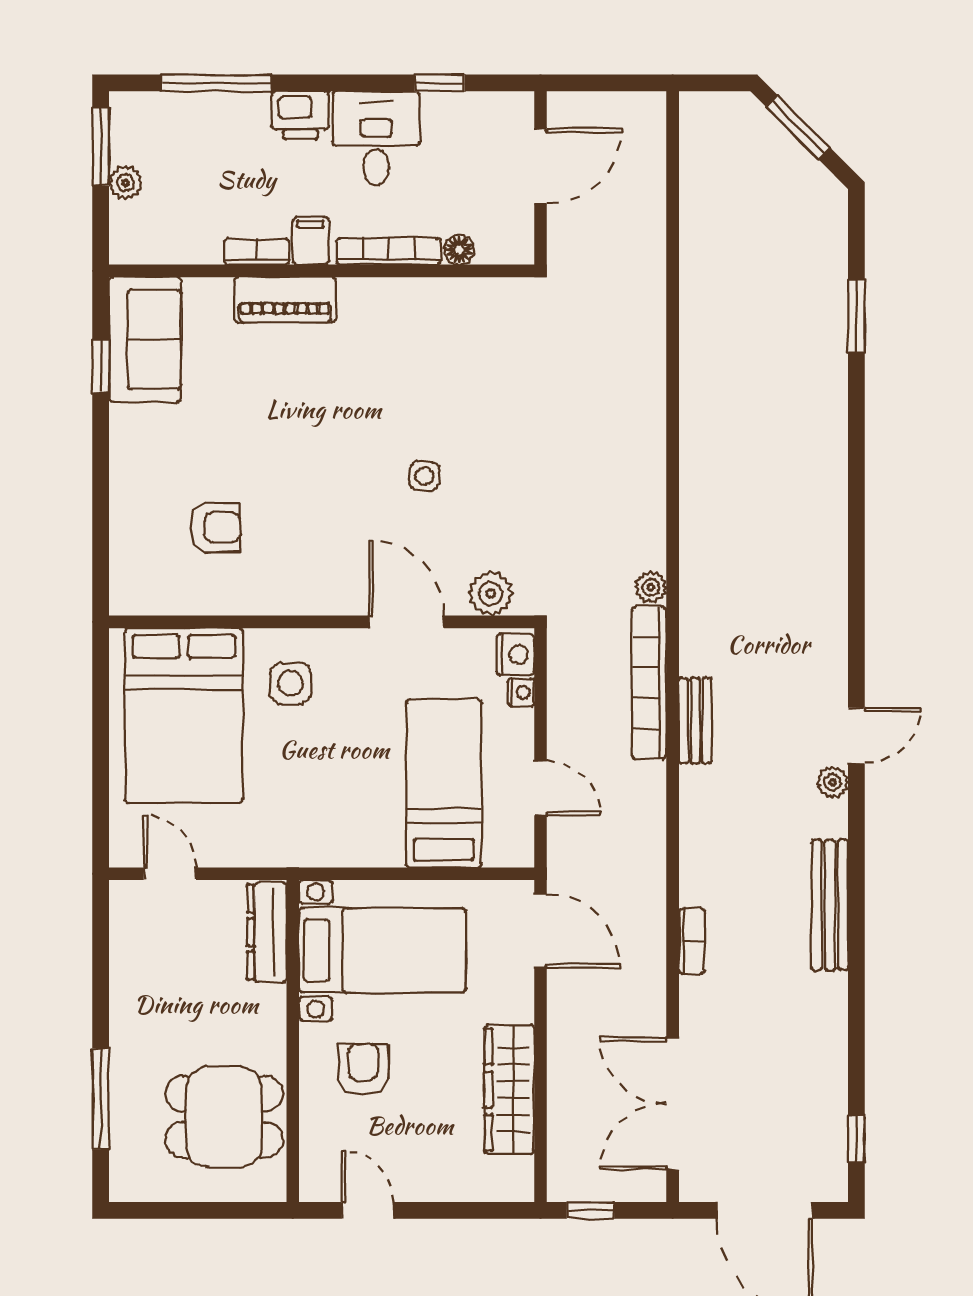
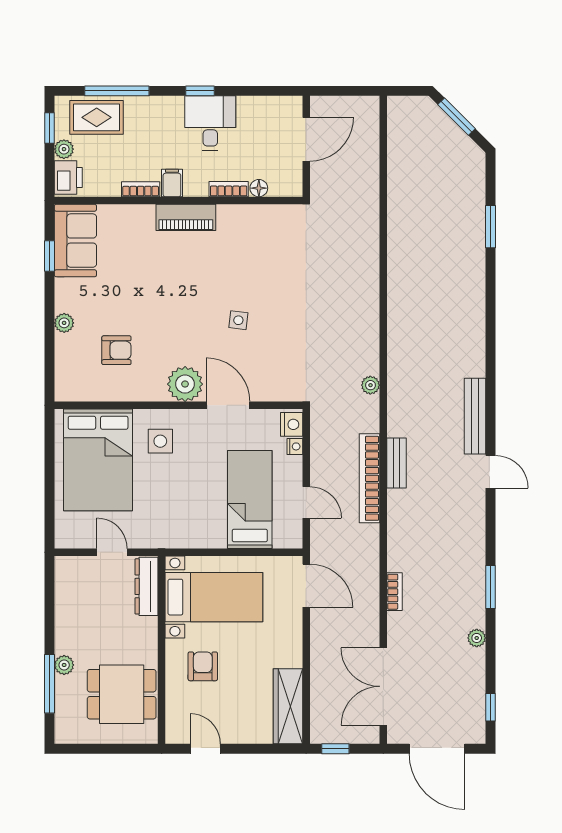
window: (440, 83) -> (200, 91), moved
printer: (300, 115) -> (68, 178), moved, turned -90
rug: (181, 129) -> (97, 117), added
window: (101, 147) -> (50, 128), width x0.67
bookcase: (389, 251) -> (229, 189), width x0.64
piano: (285, 300) -> (186, 217), moved
plant: (126, 481) -> (64, 323), added
plant: (491, 593) -> (185, 384), moved, width x1.36, depth x1.36
bookcase: (649, 683) -> (370, 478), moved
door: (856, 736) -> (491, 472), hinge flipped
plant: (833, 782) -> (477, 638), moved
door: (170, 874) -> (112, 552), moved
bench: (830, 905) -> (475, 416), moved
window: (856, 933) -> (491, 587), added
plant: (126, 1067) -> (64, 665), added
wardrobe: (509, 1090) -> (288, 706), moved

